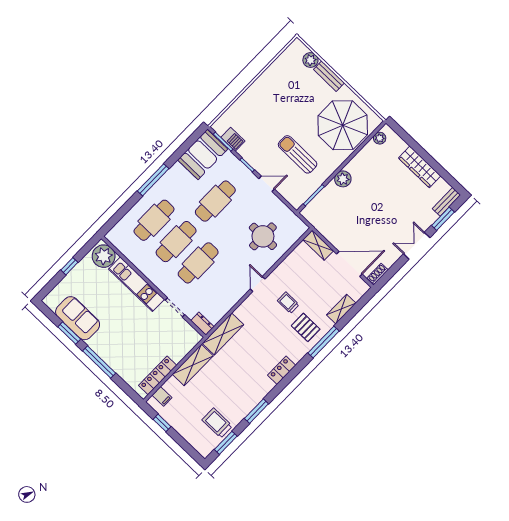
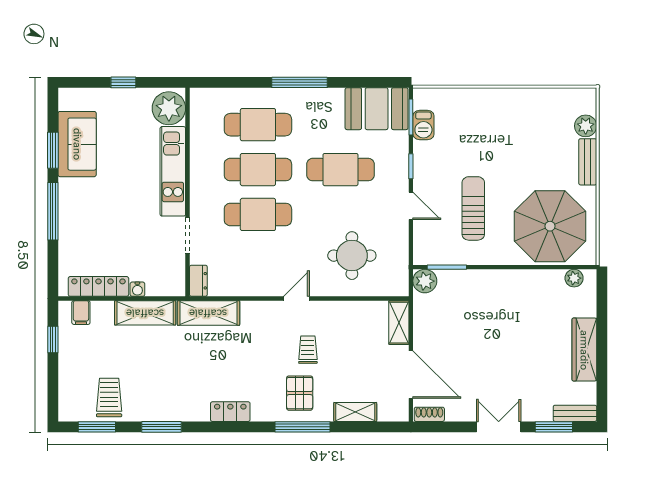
plant: (343, 179) -> (425, 281), moved
water cooler: (177, 358) -> (137, 289), added

